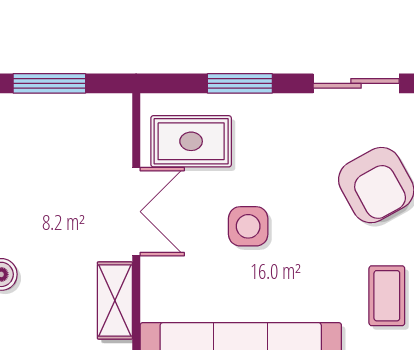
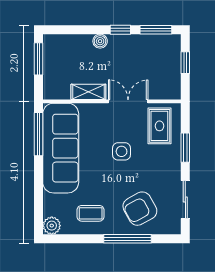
window: (49, 83) -> (185, 63), width x0.67
double door: (136, 212) -> (128, 101), swing flipped

